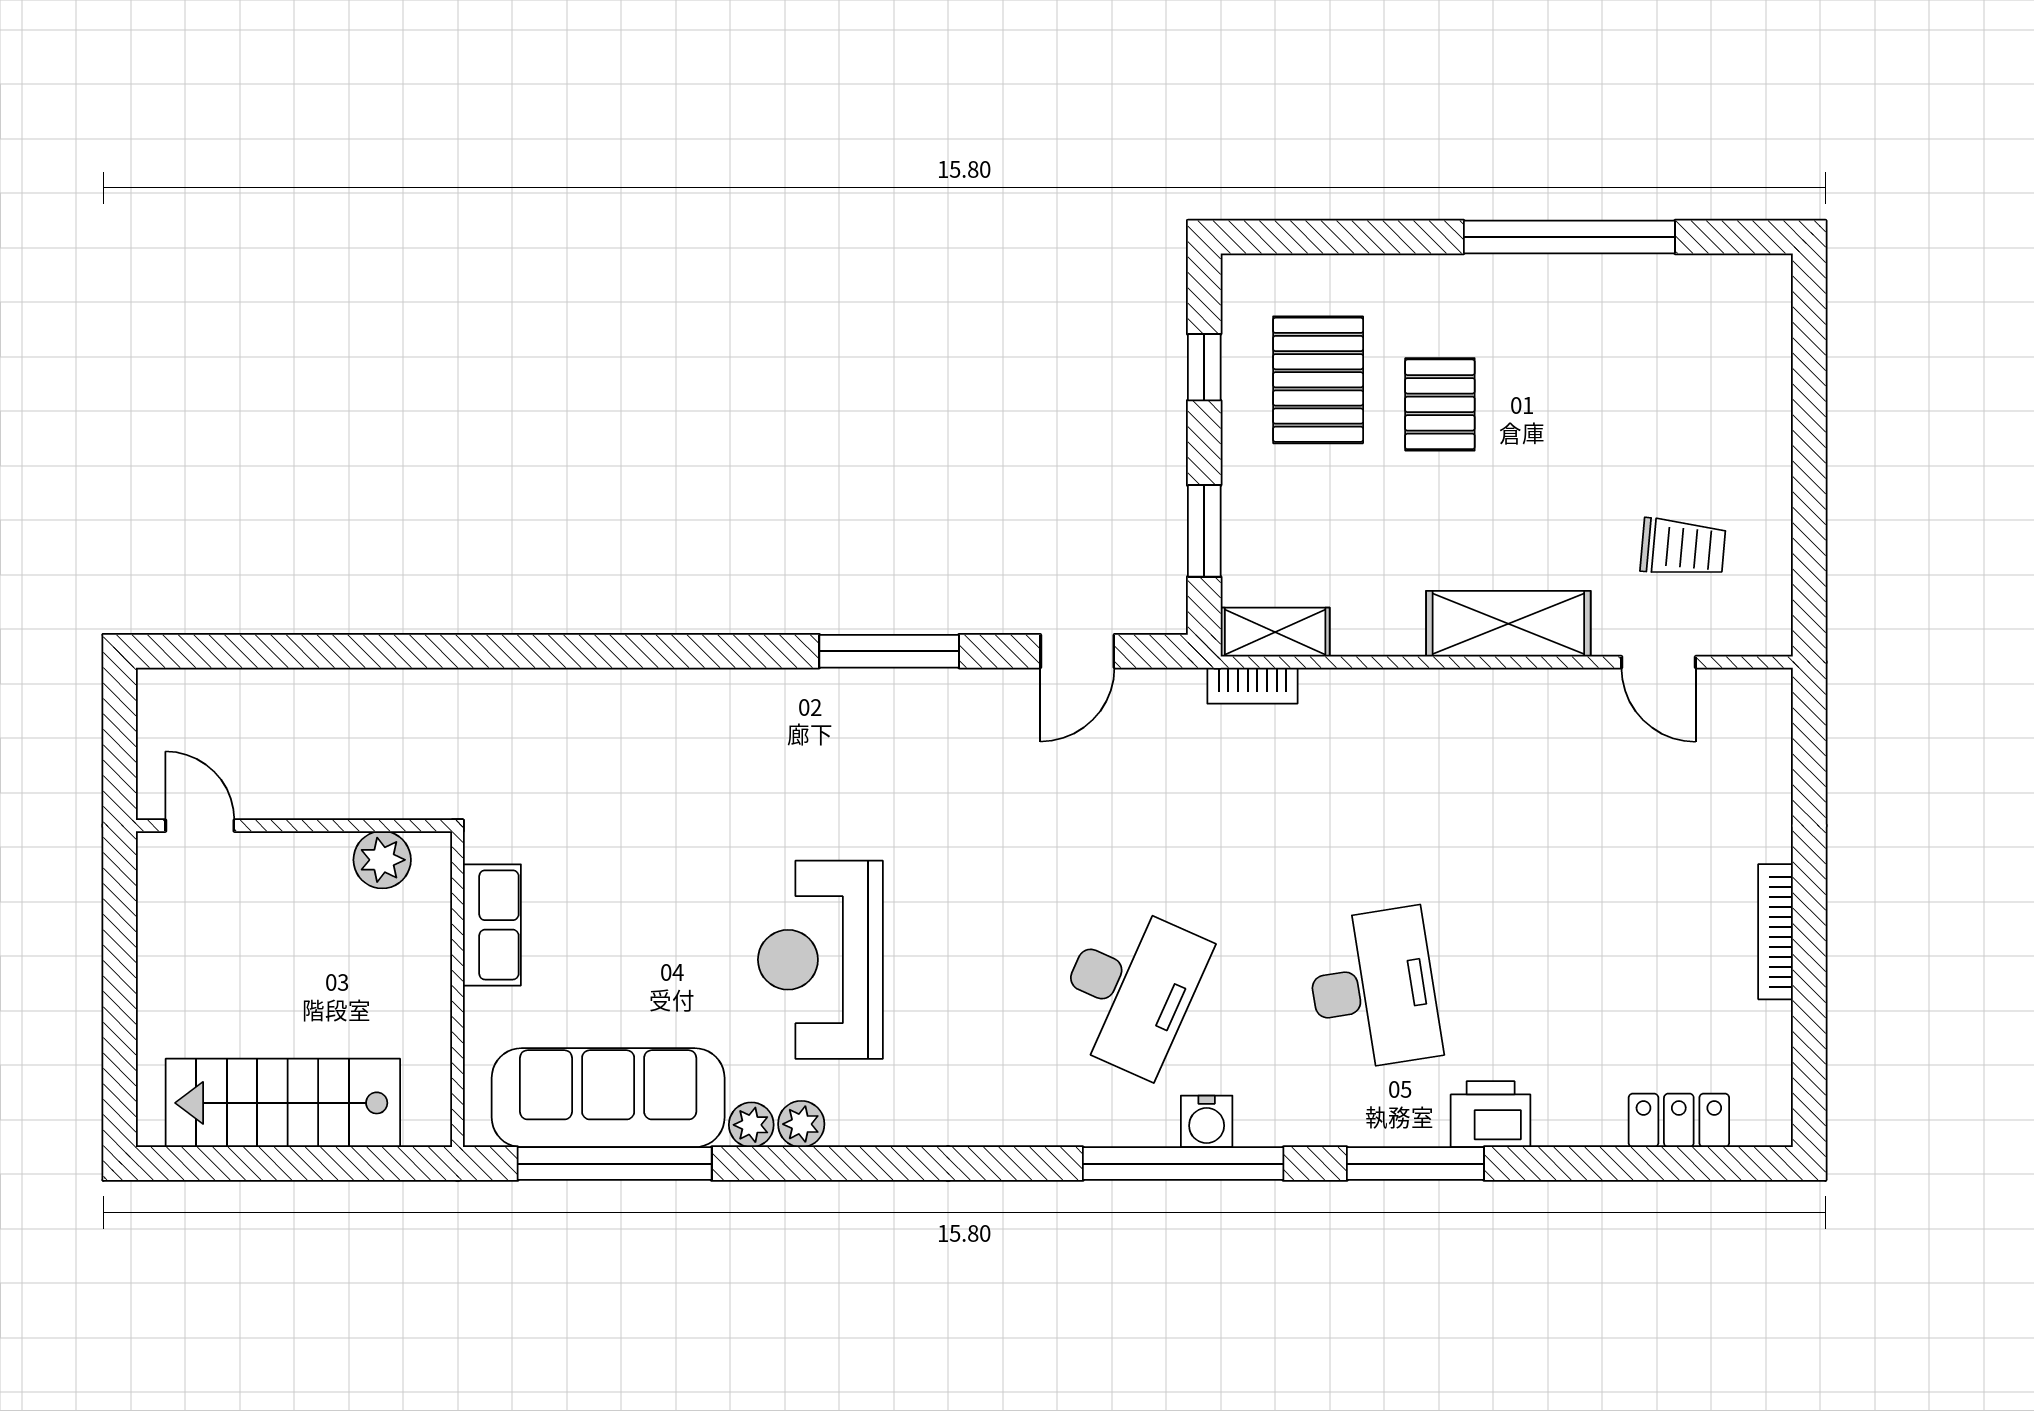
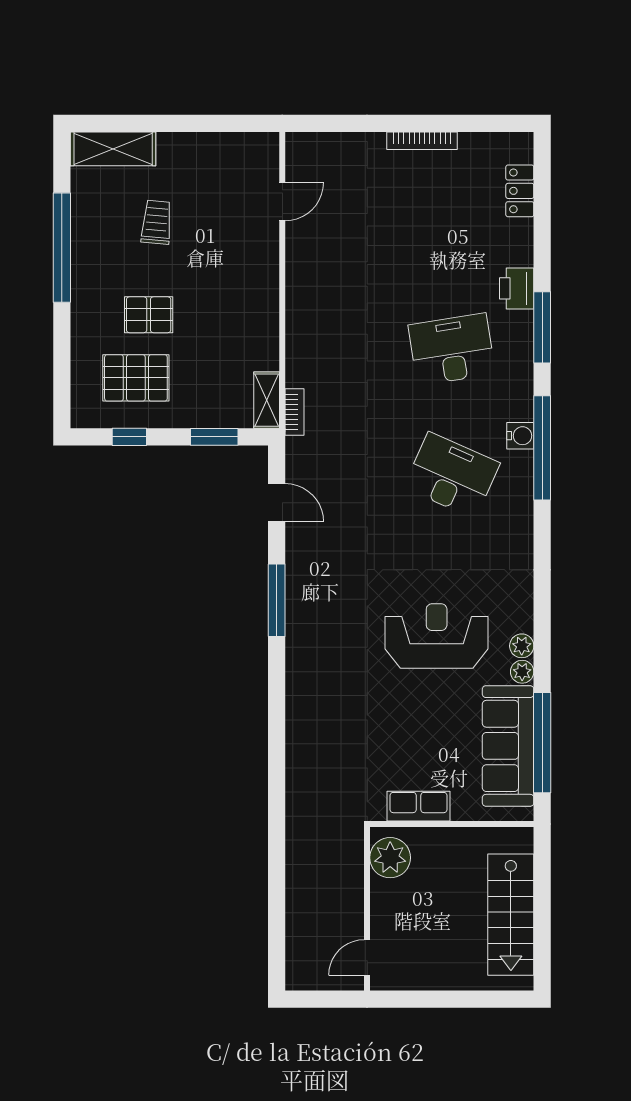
trolley: (1683, 548) -> (157, 222), moved
shelving: (1508, 624) -> (113, 149), moved, turned 90
plant: (382, 860) -> (390, 858), width x1.36, depth x1.36
reception desk: (820, 960) -> (437, 636), turned 180

